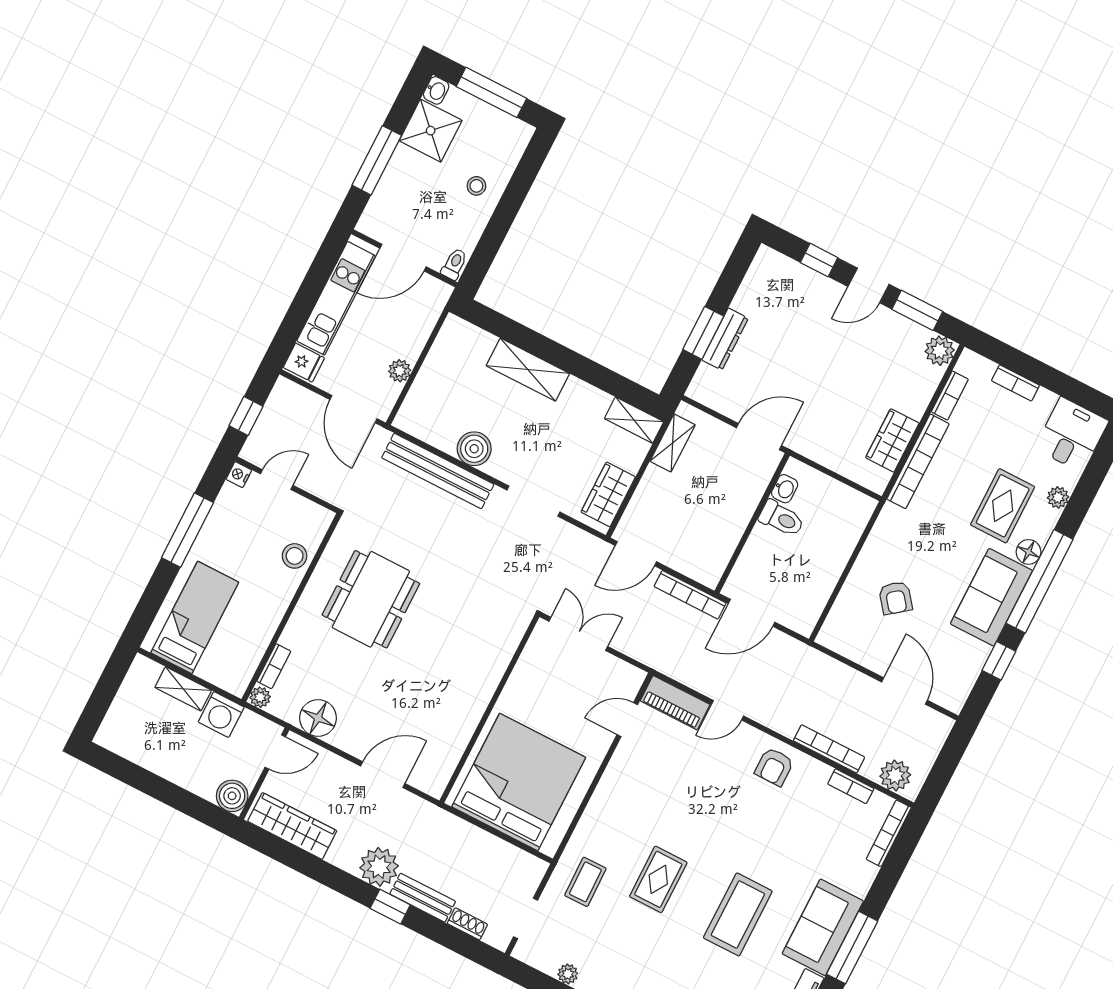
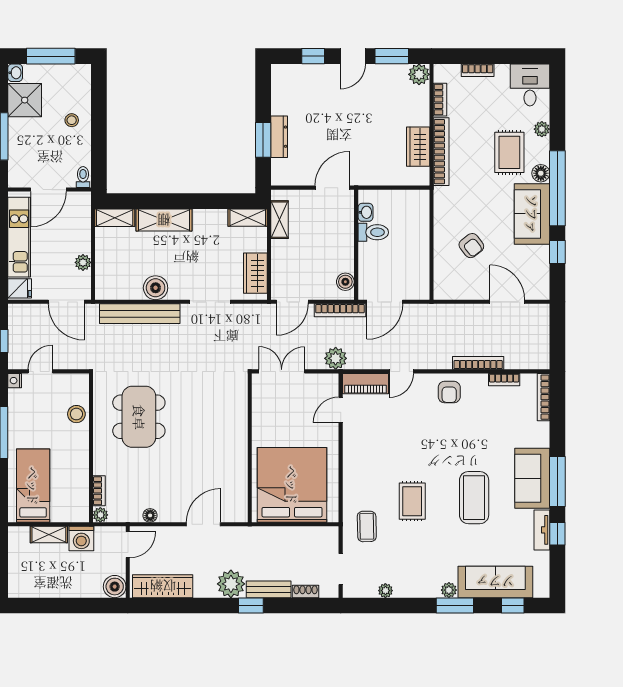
shelving: (468, 335) -> (115, 218), added
boiler: (715, 563) -> (345, 282), added
floor lamp: (318, 718) -> (150, 515), width x0.53, depth x0.53
plant: (895, 775) -> (336, 358), moved

